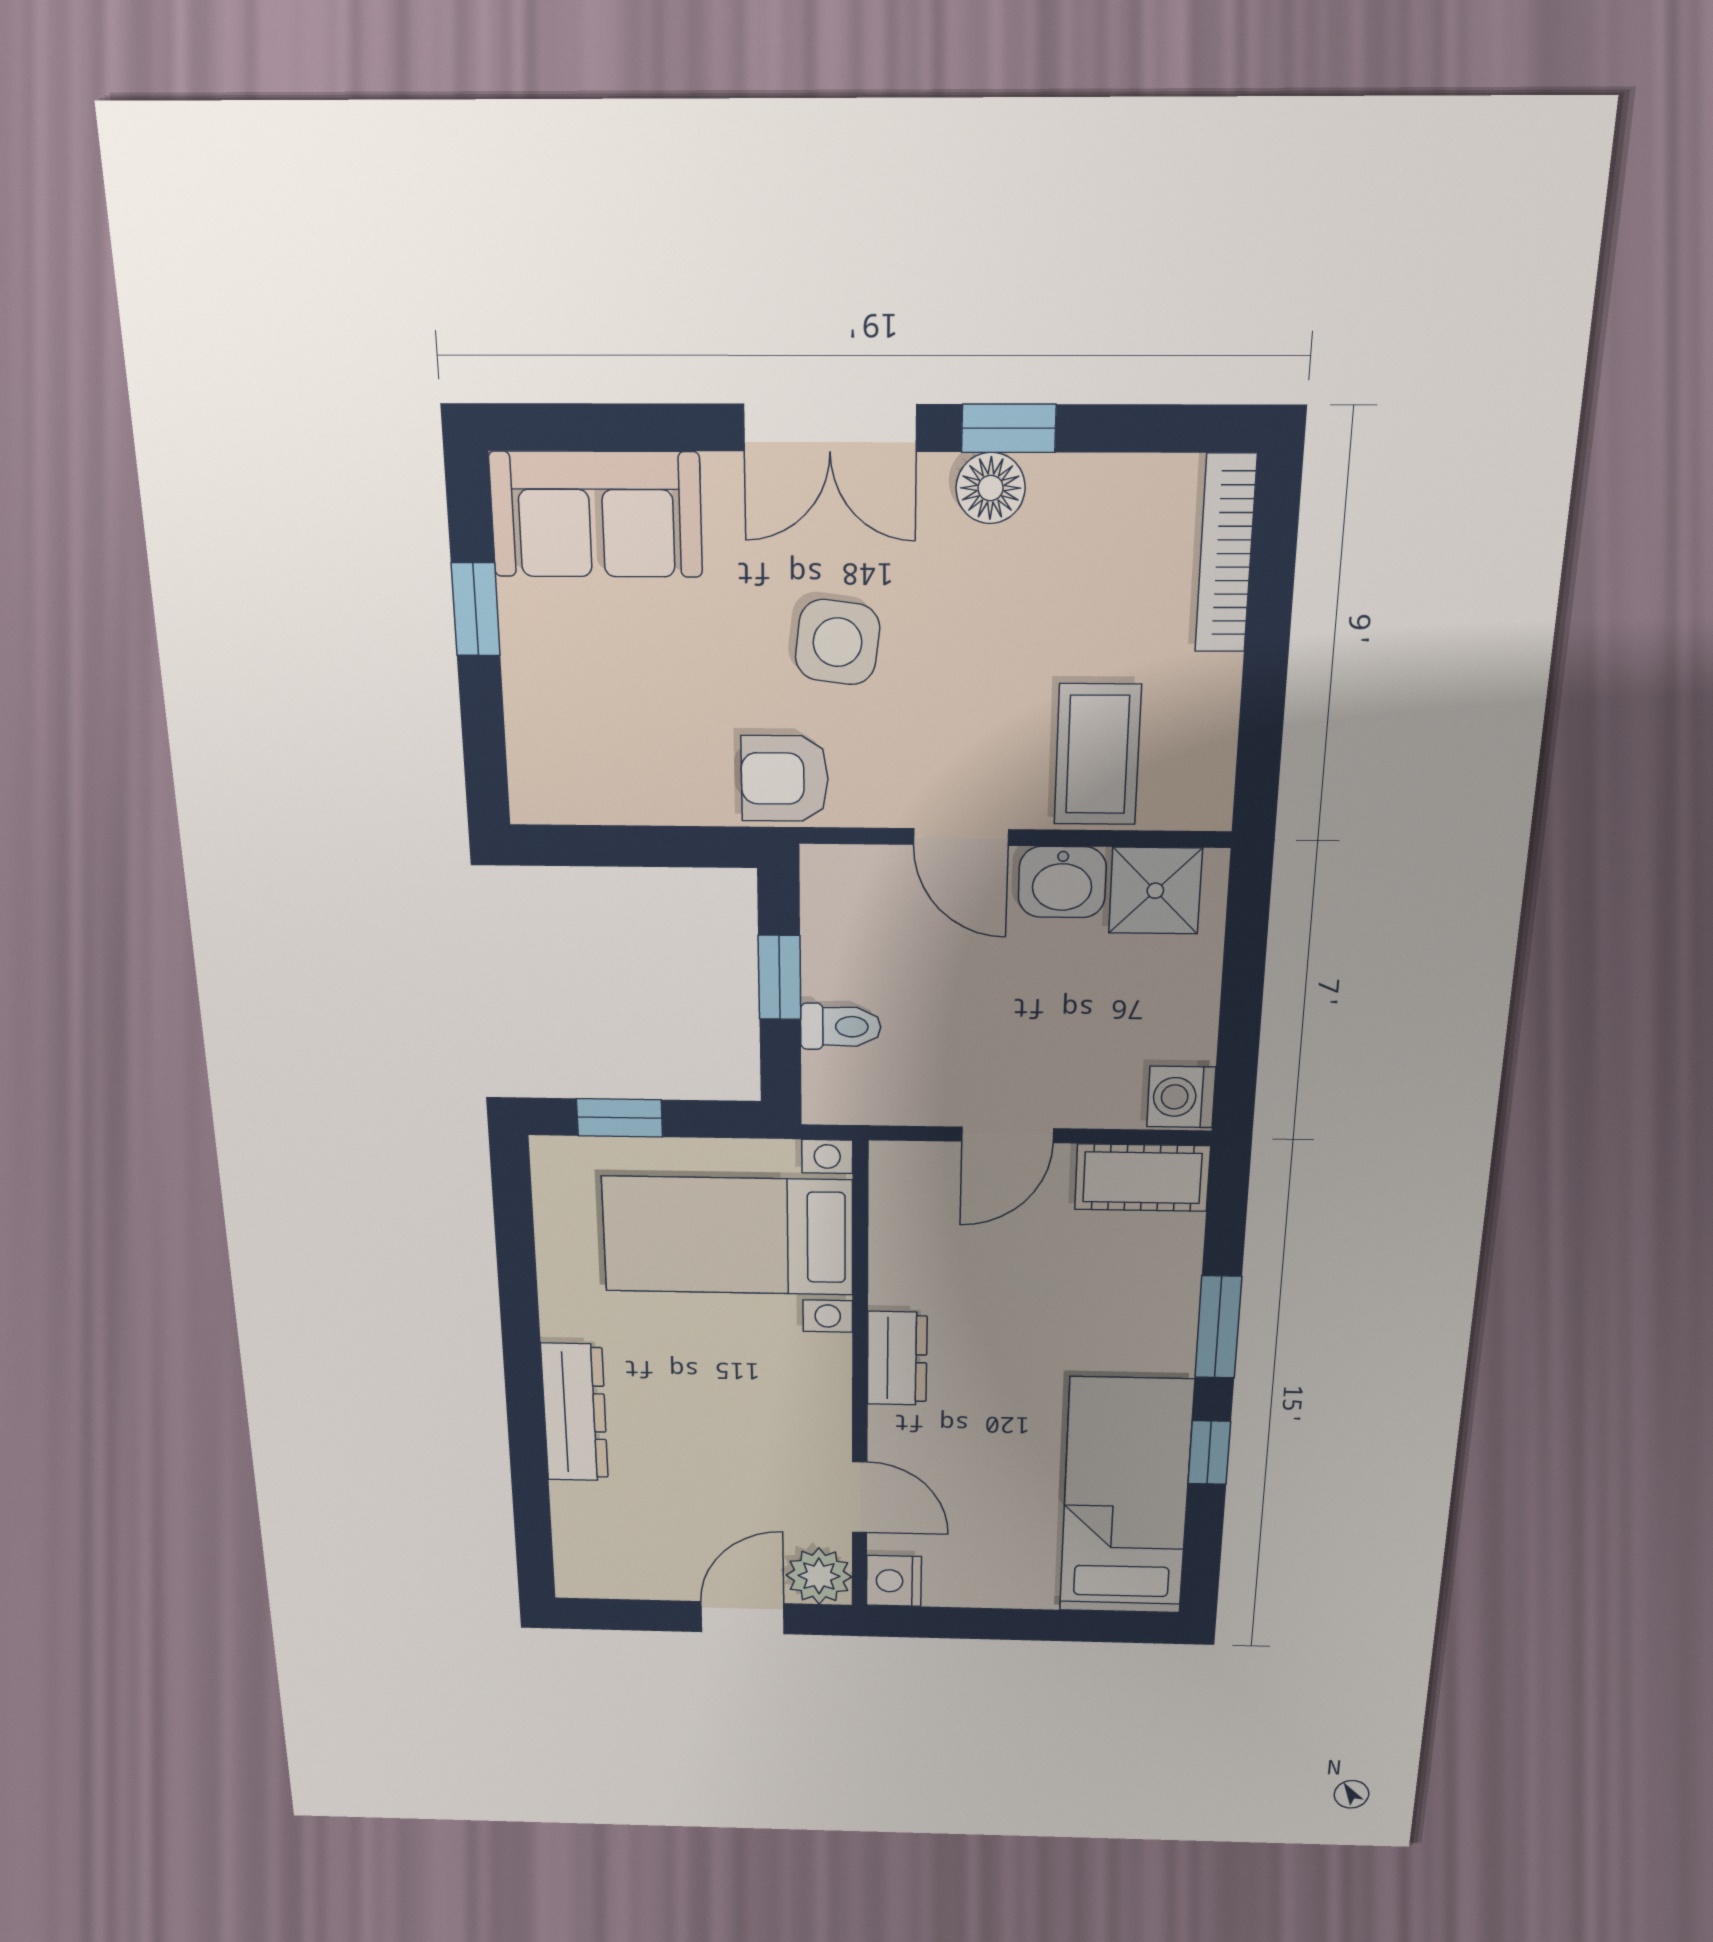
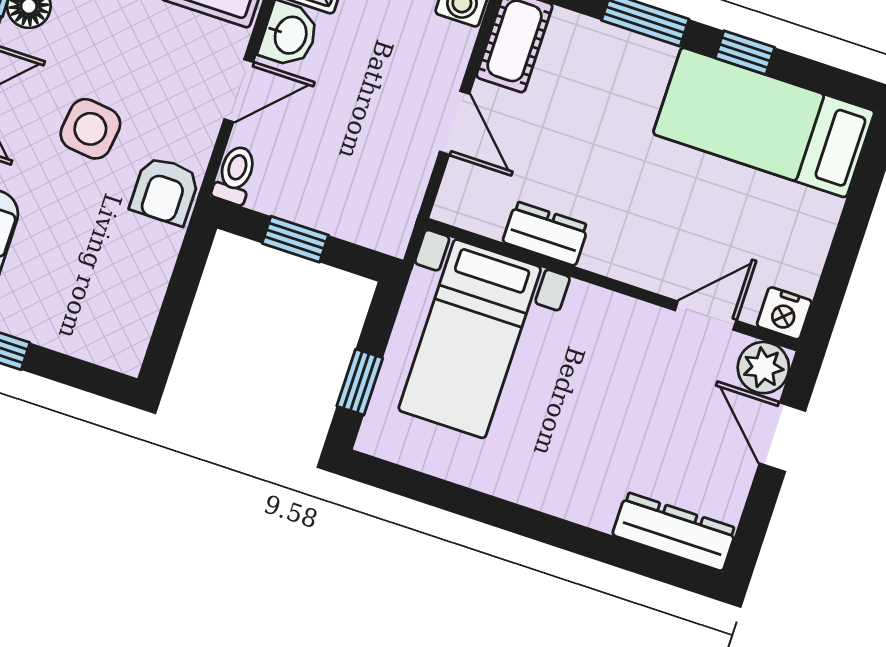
toilet: (841, 1027) -> (235, 175), moved
dresser: (897, 1358) -> (546, 234), moved
dresser: (575, 1412) -> (674, 532), moved

